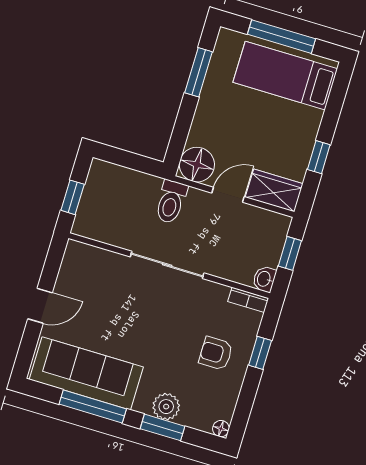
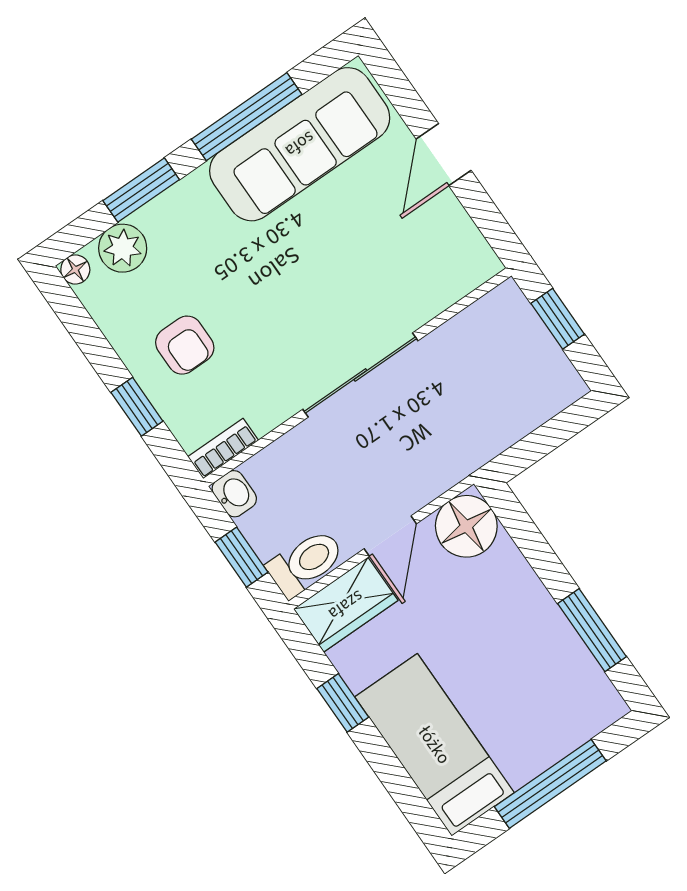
bed: (285, 76) -> (434, 745), moved, turned -90
toilet: (171, 202) -> (306, 563), moved, turned 90
armchair: (216, 353) -> (185, 345), turned 90
plant: (166, 407) -> (123, 248), moved

